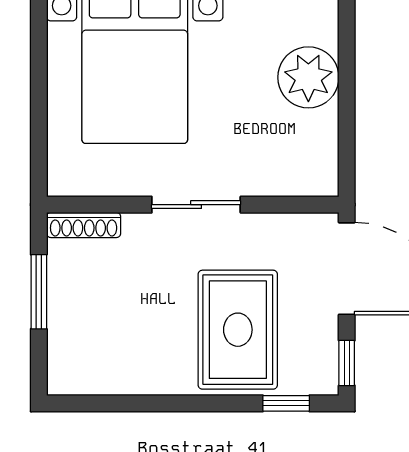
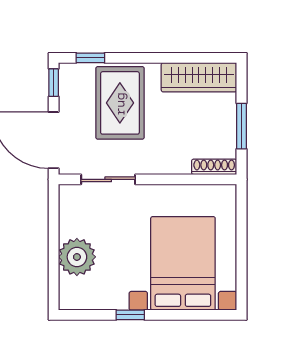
sliding door: (196, 205) -> (108, 179), moved
wardrobe: (108, 372) -> (199, 77), added

